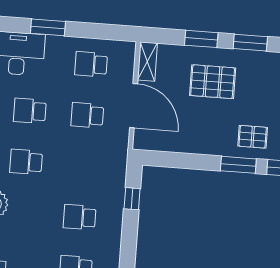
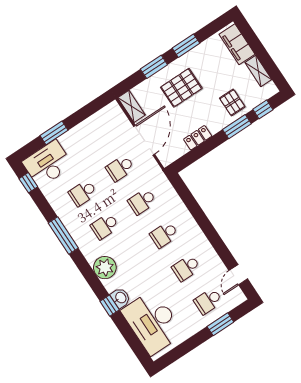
school desk: (91, 64) -> (142, 201), moved
door: (134, 106) -> (144, 140), hinge flipped
pallet: (253, 137) -> (232, 103), turned 90
locker: (190, 145) -> (198, 138), added
window: (132, 199) -> (188, 198), removed

